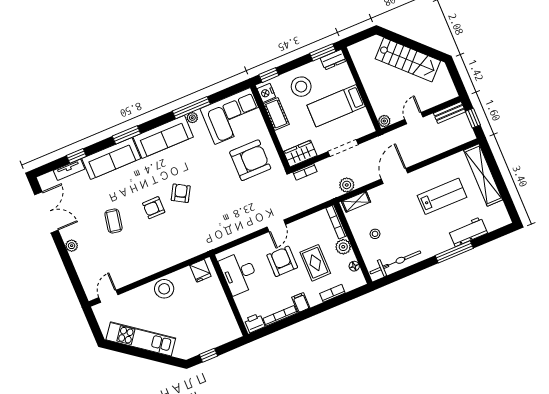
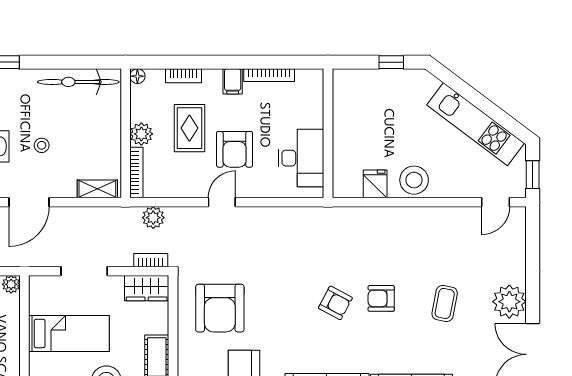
armchair: (250, 160) -> (220, 308), turned -90
plant: (347, 185) -> (153, 218), moved
armchair: (181, 193) -> (335, 303), turned -92
armchair: (154, 208) -> (381, 298), turned 180
stool: (375, 234) -> (42, 145), moved
plant: (72, 246) -> (509, 302), width x1.88, depth x1.88
floor lamp: (354, 266) -> (137, 76), moved
fridge: (200, 271) -> (375, 184), moved
window: (93, 323) -> (533, 175), added
printer: (255, 323) -> (309, 80), removed

